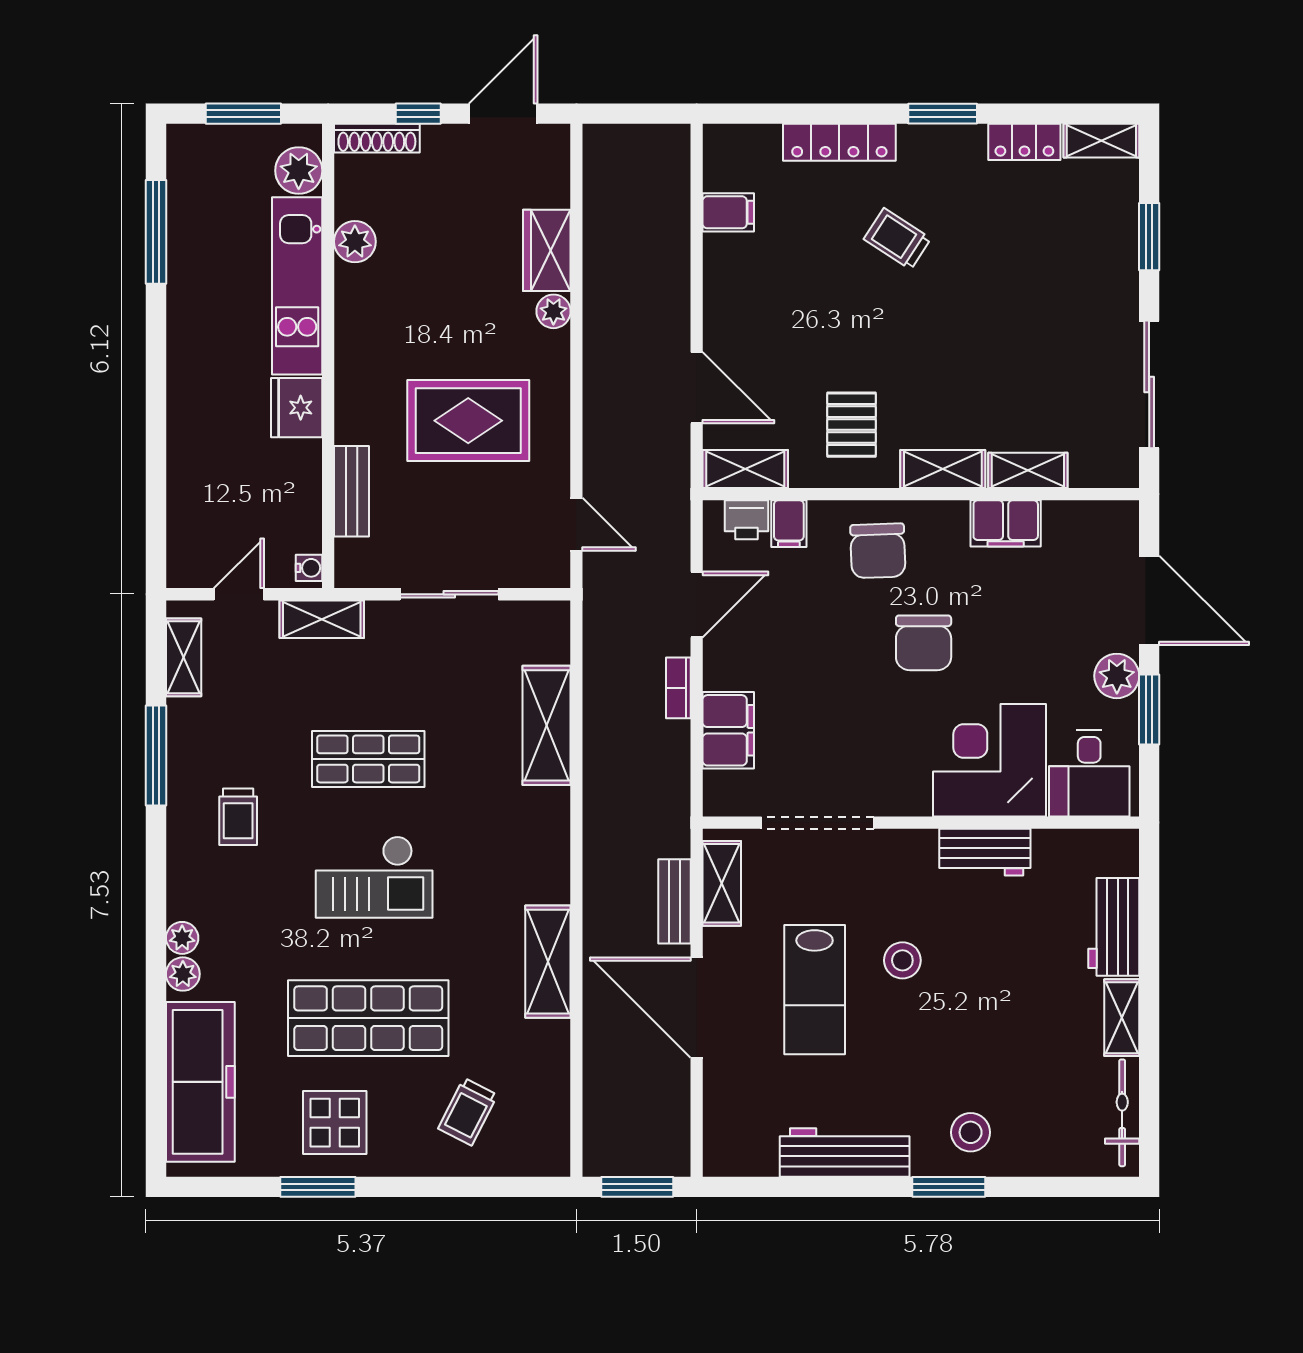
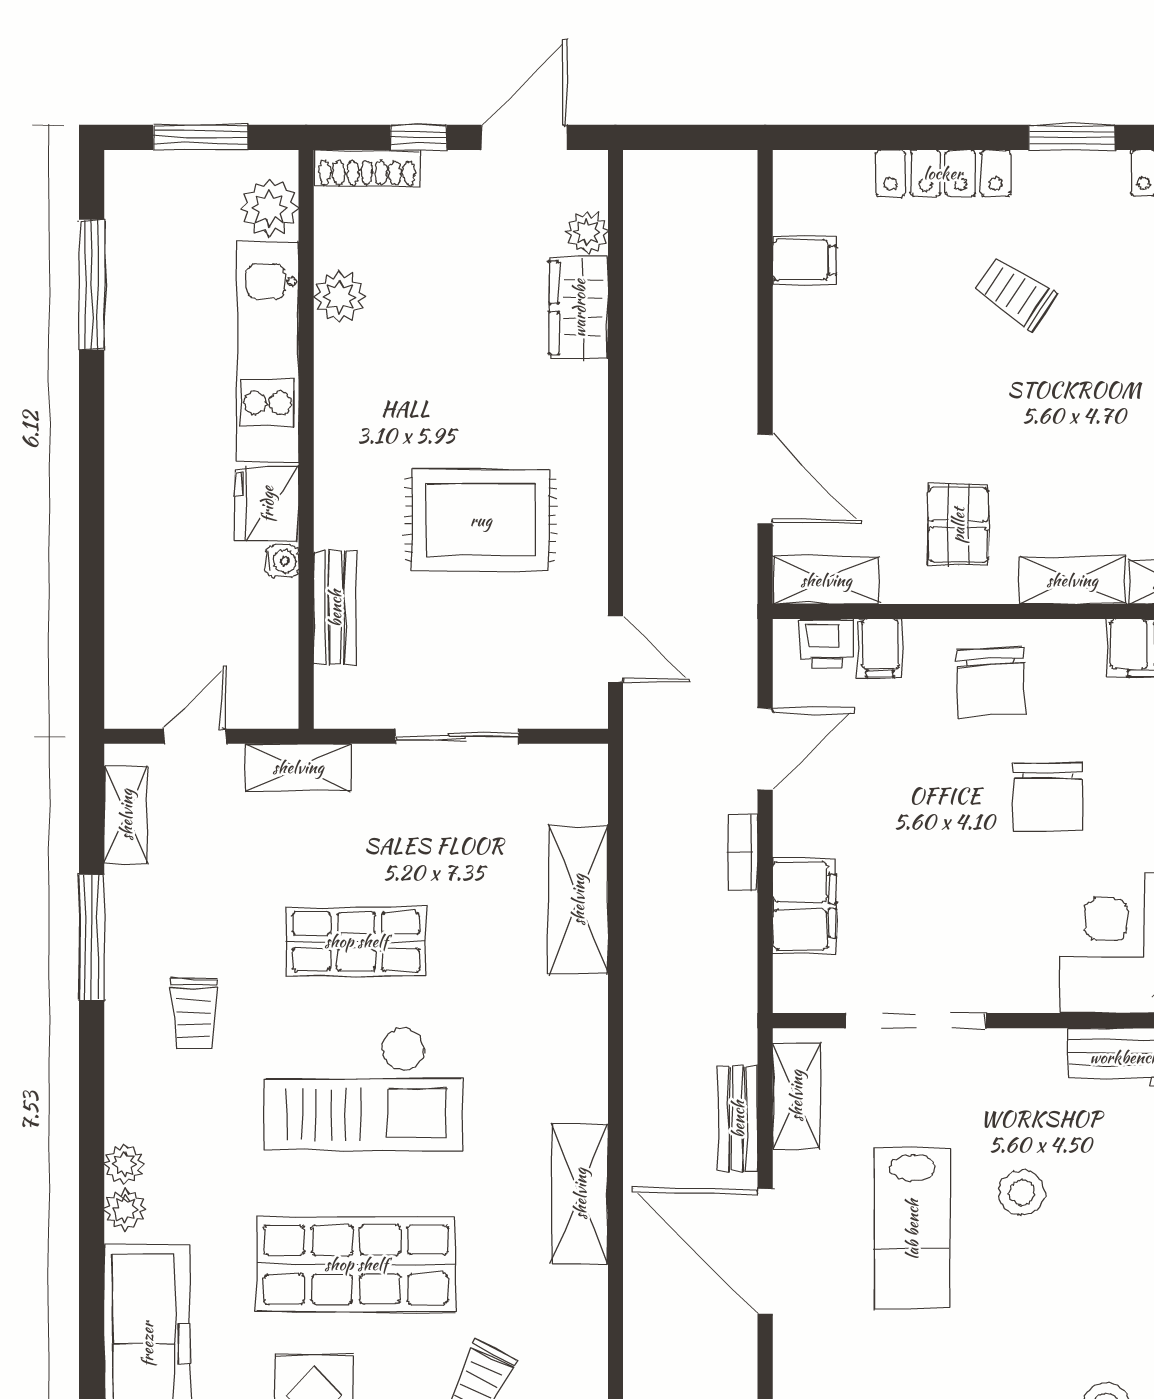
plant: (553, 311) -> (587, 232), moved
water cooler: (309, 568) -> (282, 561), moved
checkout: (374, 877) -> (363, 1089), width x1.36, depth x1.21

